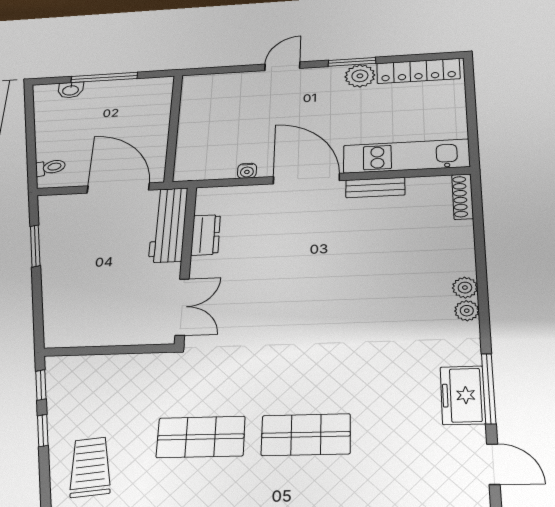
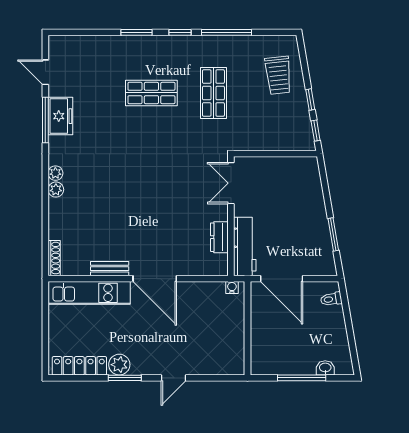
water cooler: (247, 171) -> (232, 288), moved
shop shelf: (201, 437) -> (213, 93), turned 90

